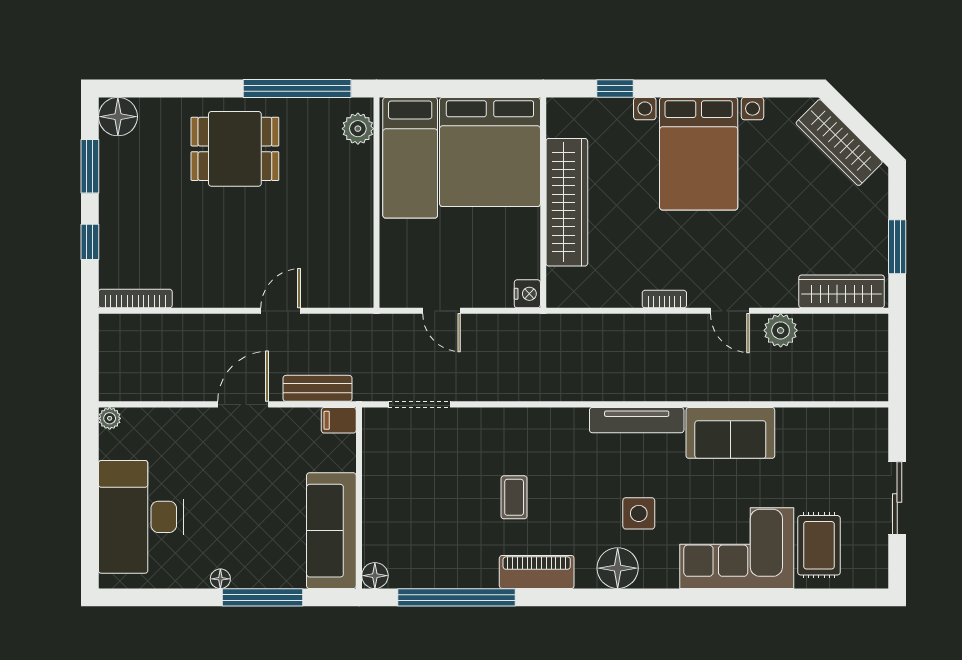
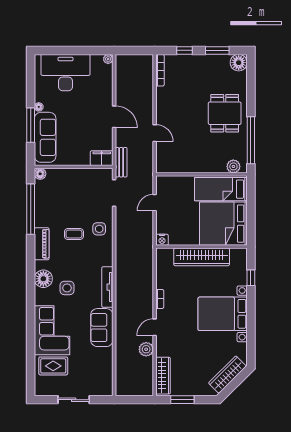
bench: (318, 388) -> (121, 162), moved
filing cabinet: (339, 420) -> (102, 158), width x2.00
side table: (502, 439) -> (99, 229), added
sofa: (331, 531) -> (45, 137), moved, turned 90

